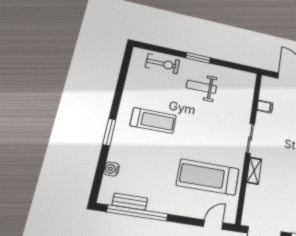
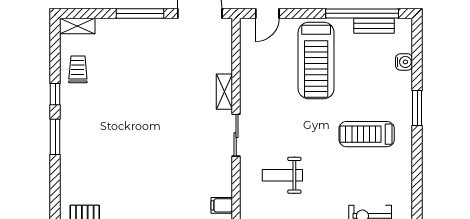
weight bench: (201, 87) -> (282, 175), moved, turned 180
filing cabinet: (265, 107) -> (222, 205), moved
treadmill: (208, 177) -> (316, 61), moved, turned 90

